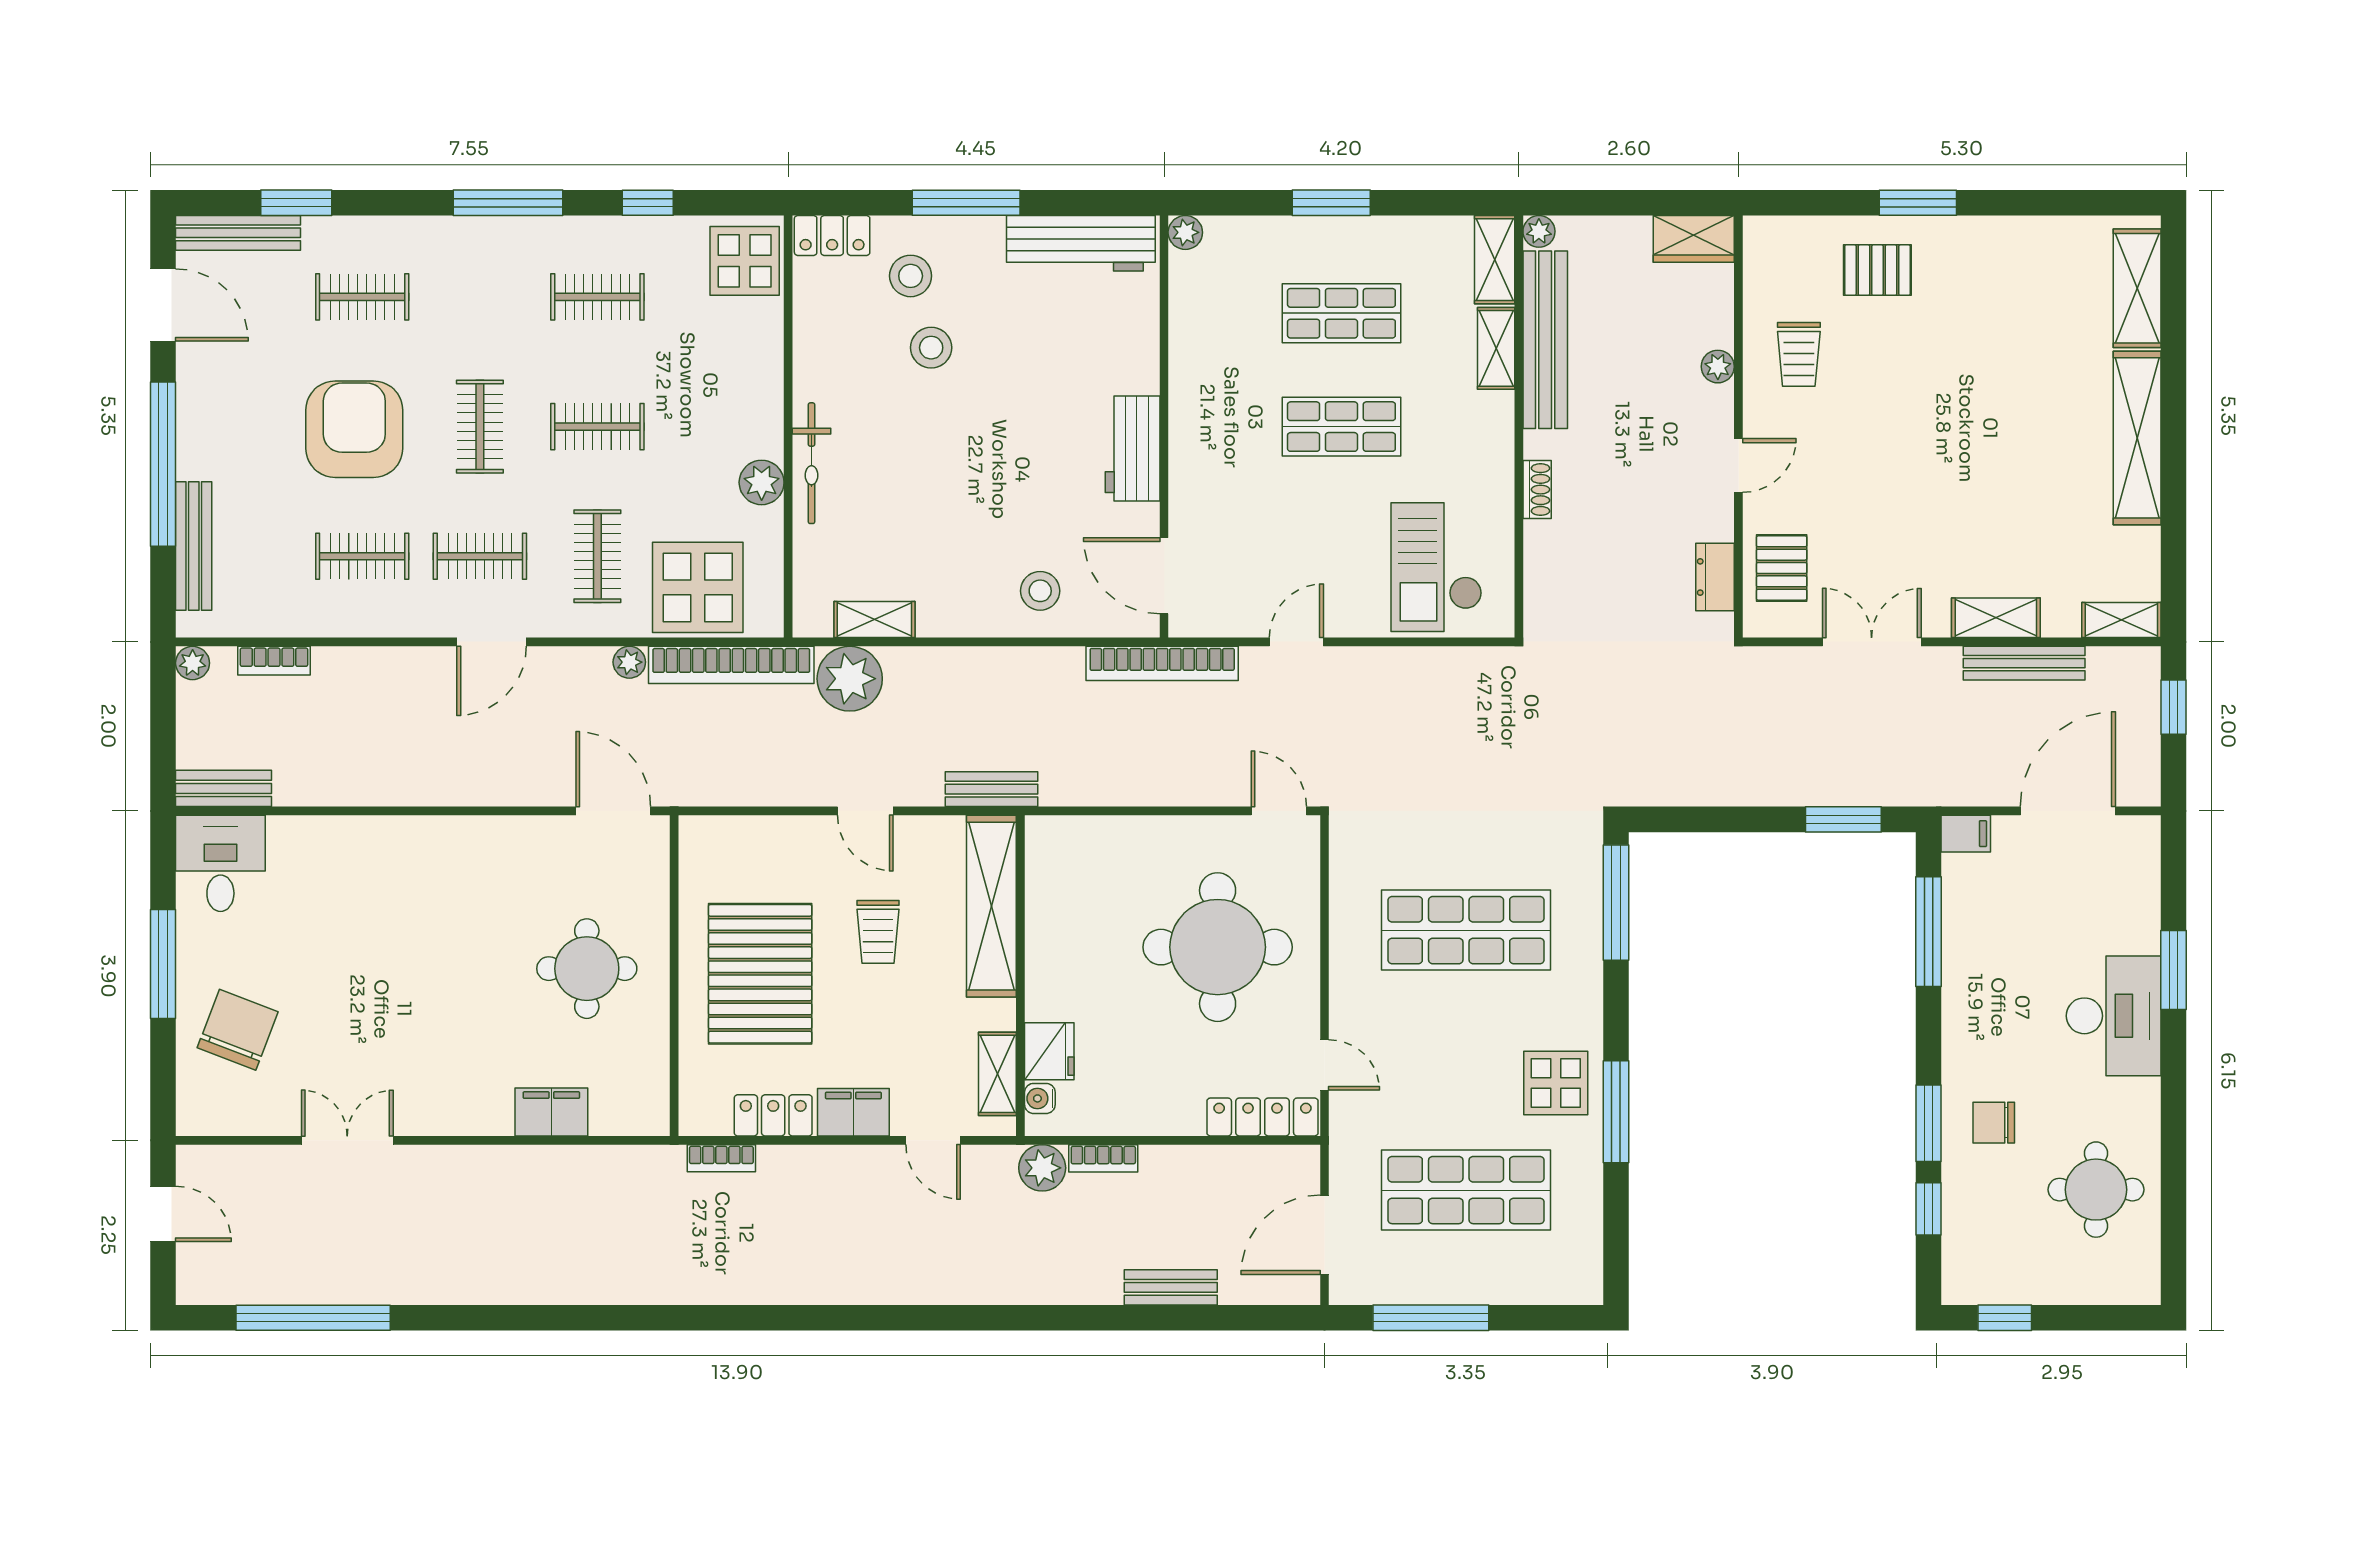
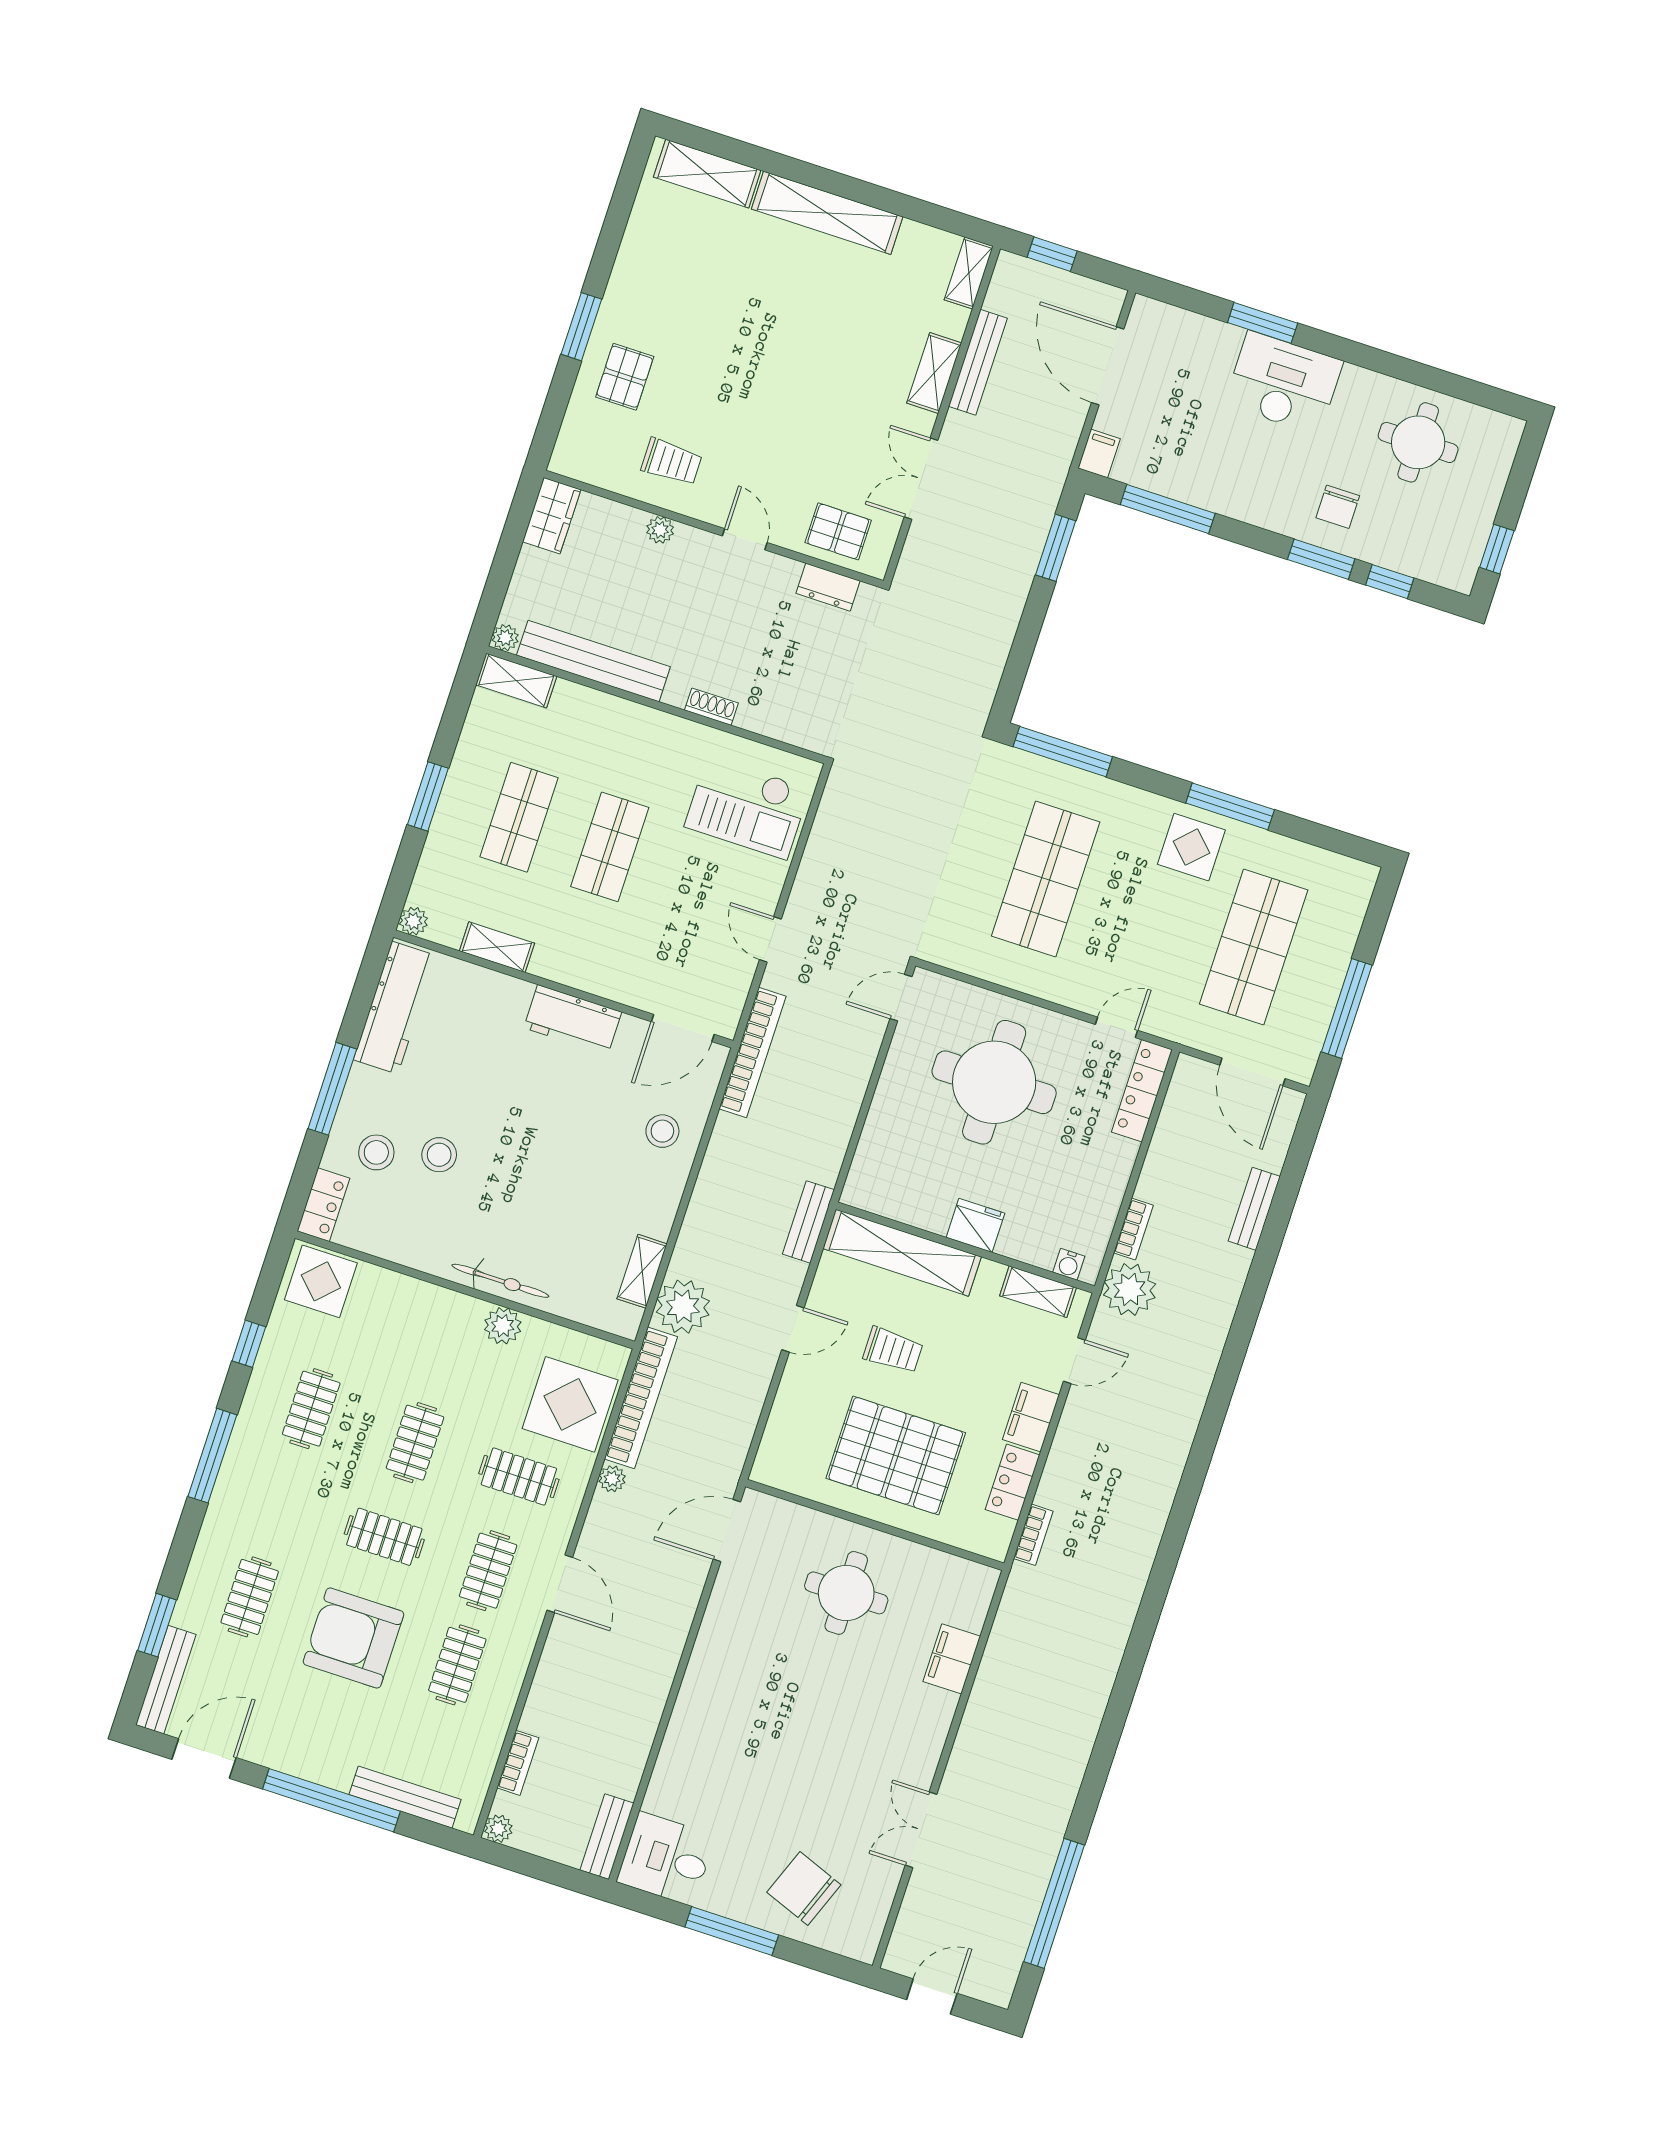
shelving: (1496, 348) -> (497, 947), moved
fridge: (1049, 1051) -> (975, 1225), moved
plant: (1042, 1168) -> (1130, 1289), width x1.36, depth x1.36

